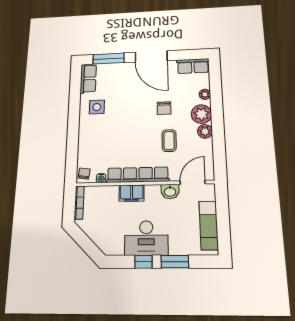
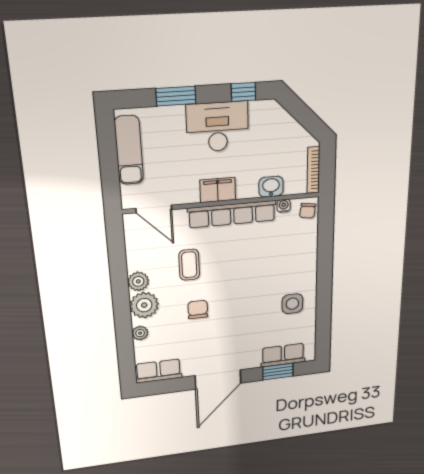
door: (151, 56) -> (218, 379), swing flipped
window: (109, 59) -> (278, 372), width x0.69
row of seats: (88, 78) -> (283, 355), moved, turned 90
door: (193, 182) -> (154, 209), hinge flipped
washbasin: (170, 191) -> (271, 187), moved
filing cabinet: (132, 193) -> (218, 190), moved
window: (143, 262) -> (243, 92), moved

